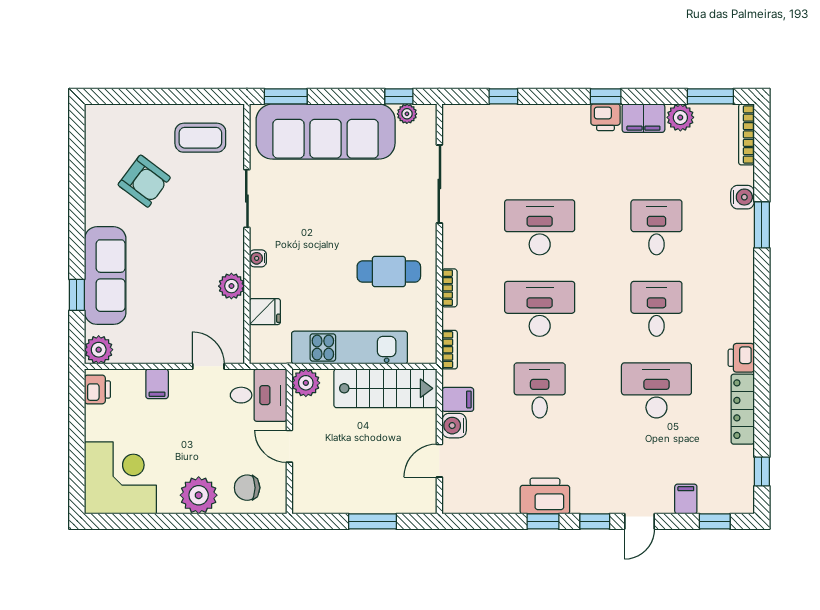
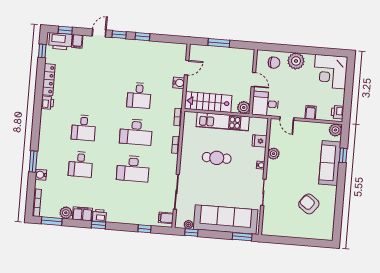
coffee table: (200, 138) -> (282, 221), removed
cafe table: (389, 272) -> (217, 158), moved
desk: (656, 390) -> (87, 91), removed
filing cabinet: (458, 399) -> (166, 218), moved
printer: (545, 496) -> (60, 41), moved

